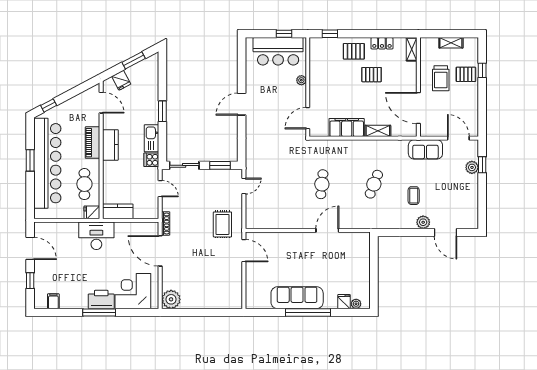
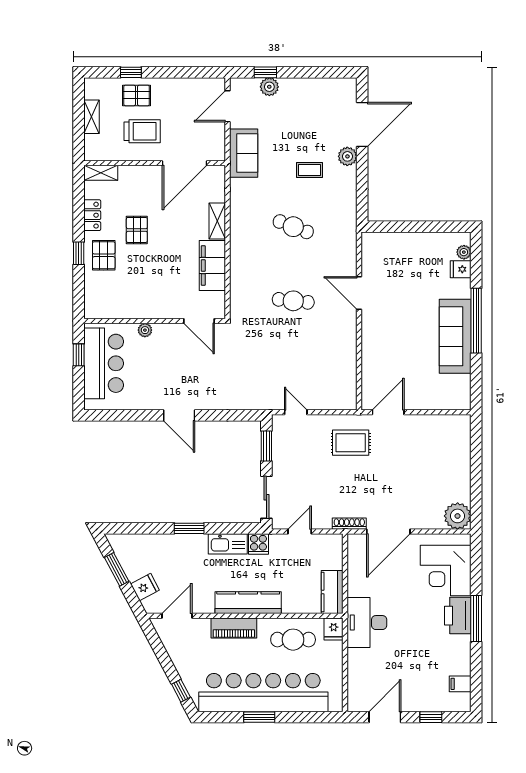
window: (330, 34) -> (79, 253), moved
pallet: (466, 74) -> (137, 95), turned 90
kitchen counter: (110, 145) -> (248, 603), width x1.50
door: (446, 233) -> (362, 124), width x1.36

